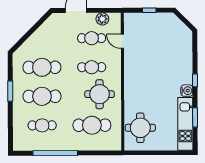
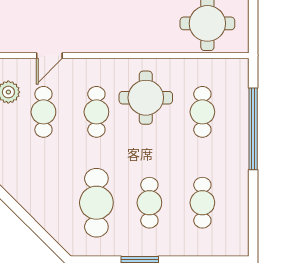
cafe table: (42, 96) -> (149, 203), width x0.73, depth x0.74
cafe table: (92, 125) -> (202, 112), width x0.73, depth x0.74
window: (55, 153) -> (253, 129), moved

